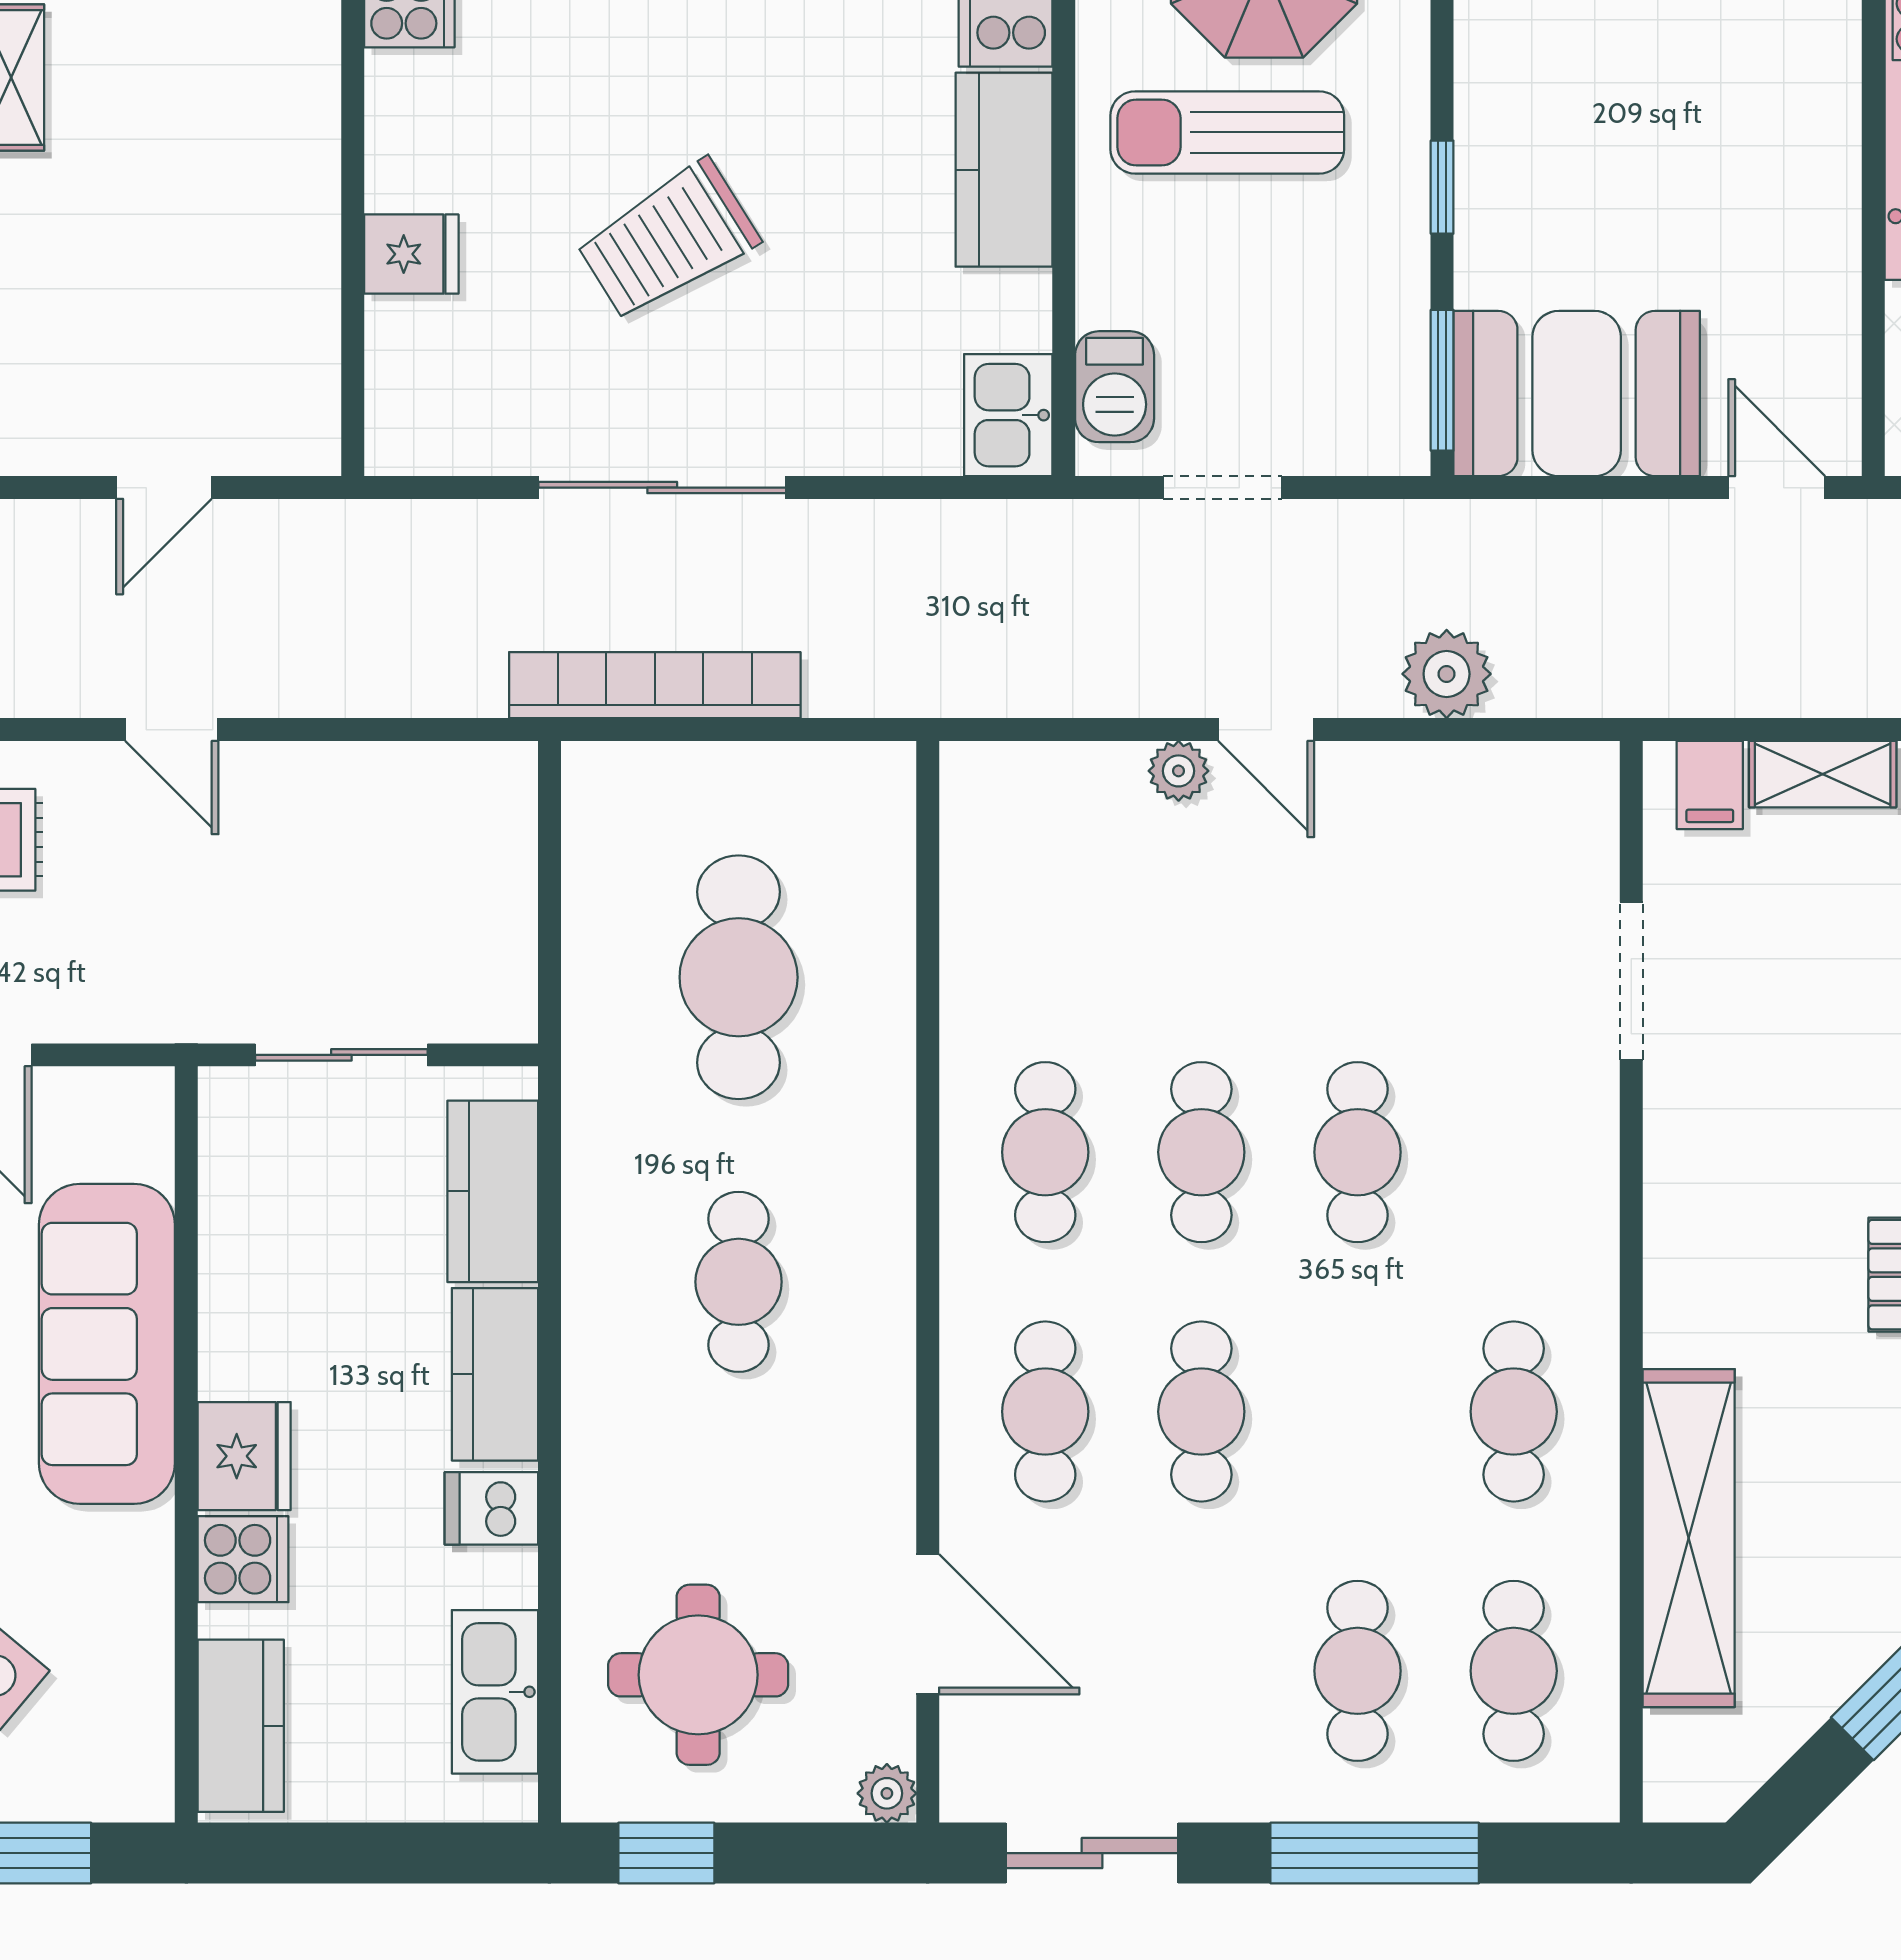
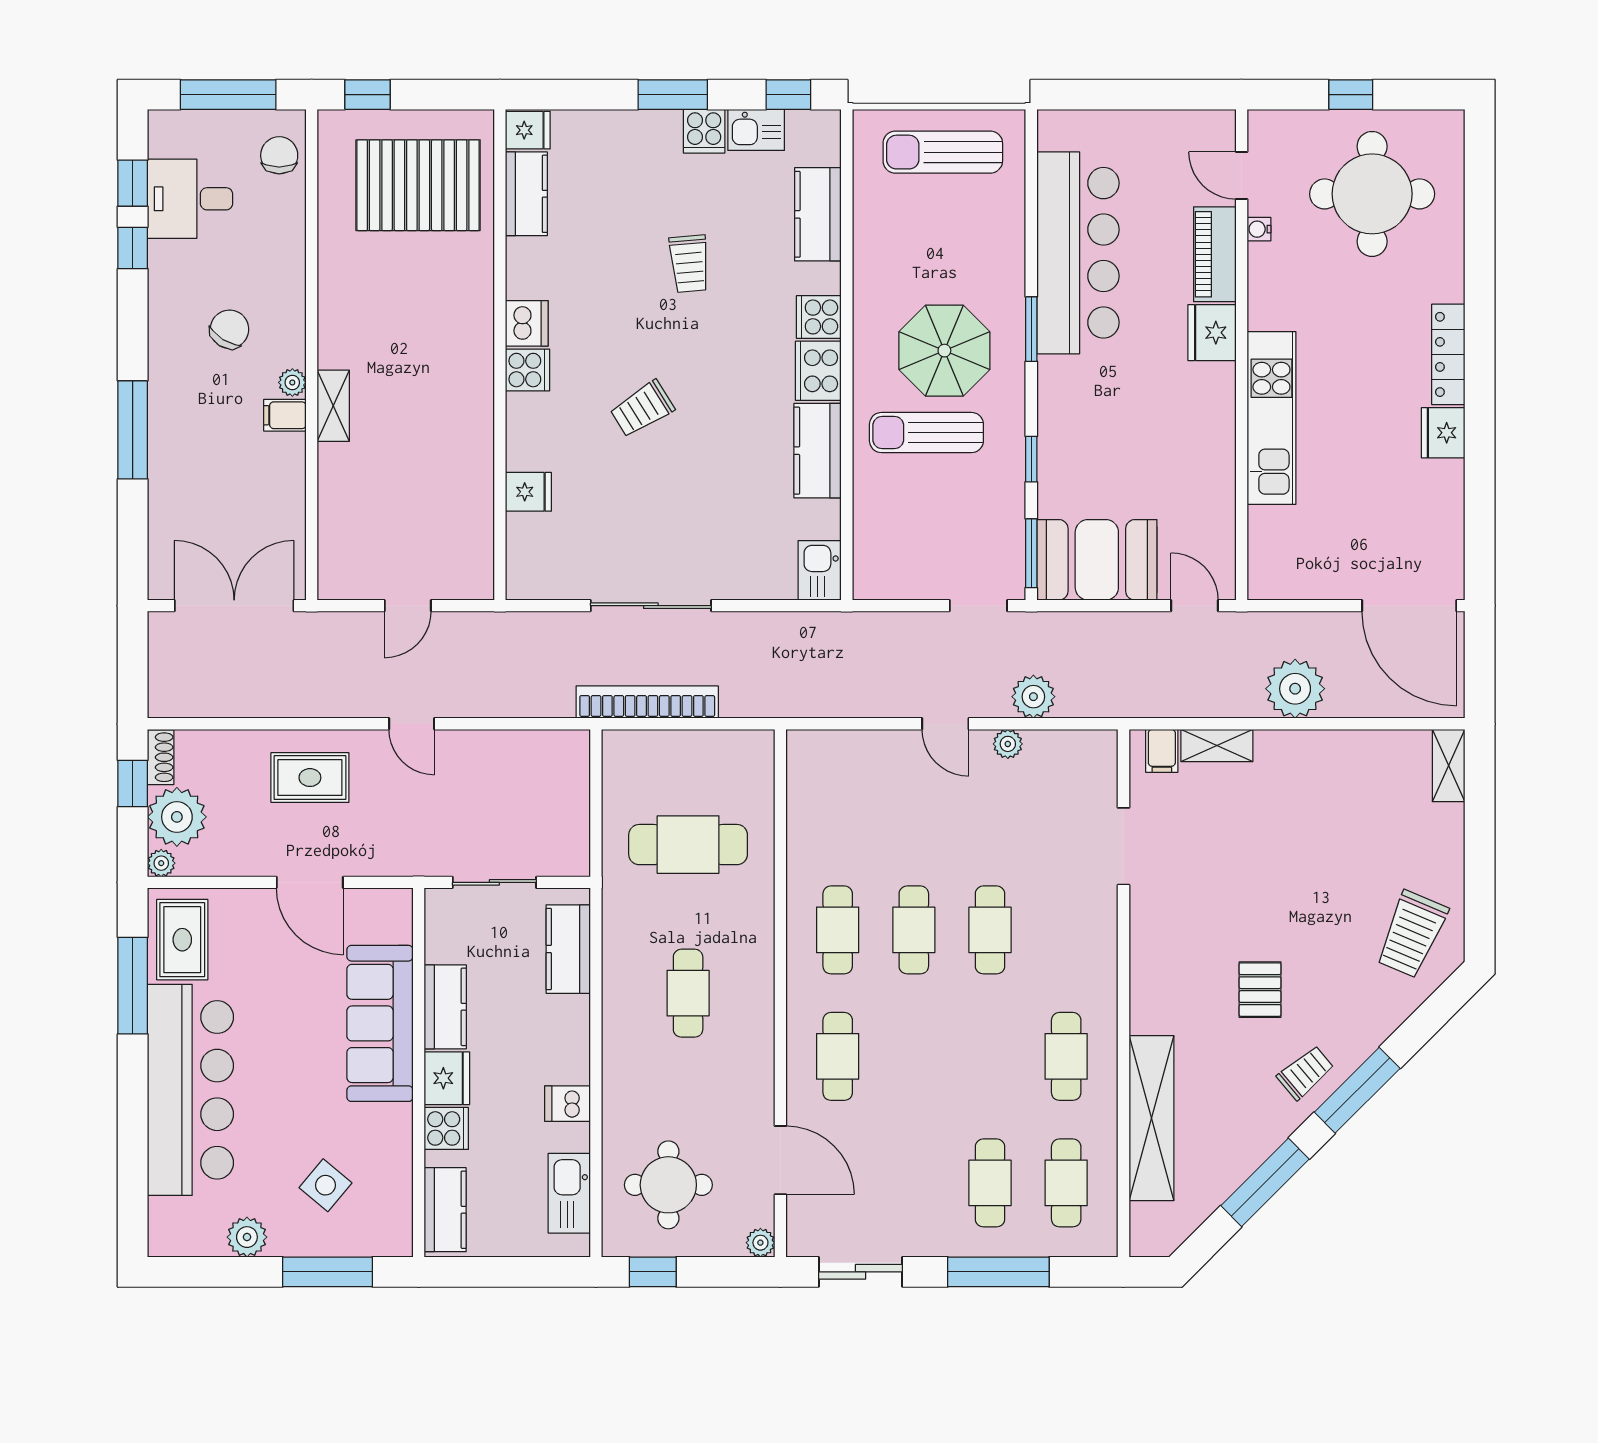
trolley: (668, 240) -> (642, 409), moved, width x0.73, depth x0.72
barbecue: (1115, 387) -> (871, 557), removed
doorway: (1223, 488) -> (978, 606), moved
plant: (1179, 771) -> (1008, 744), moved
cafe table: (739, 977) -> (688, 845), turned 90
kitchen counter: (495, 1374) -> (445, 1007), moved, turned 180
cafe table: (1201, 1412) -> (914, 1056), removed

